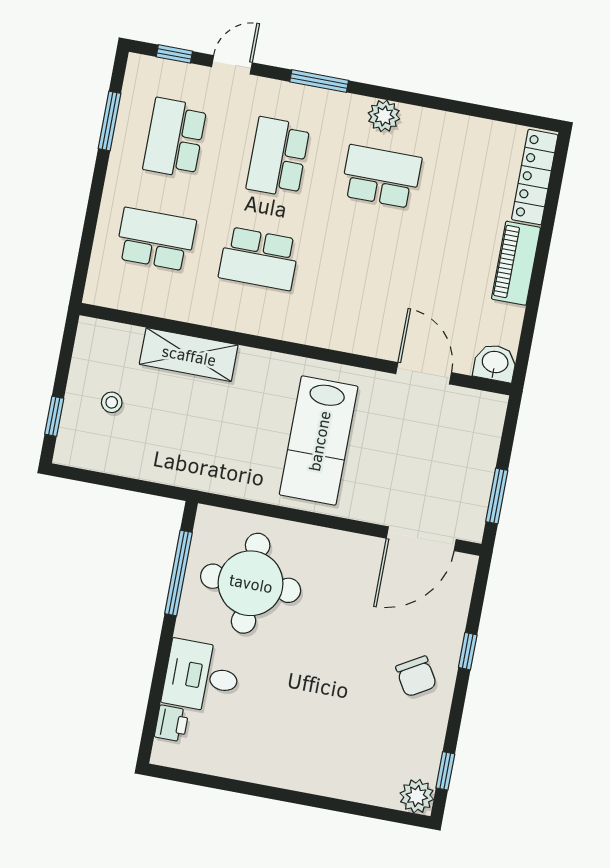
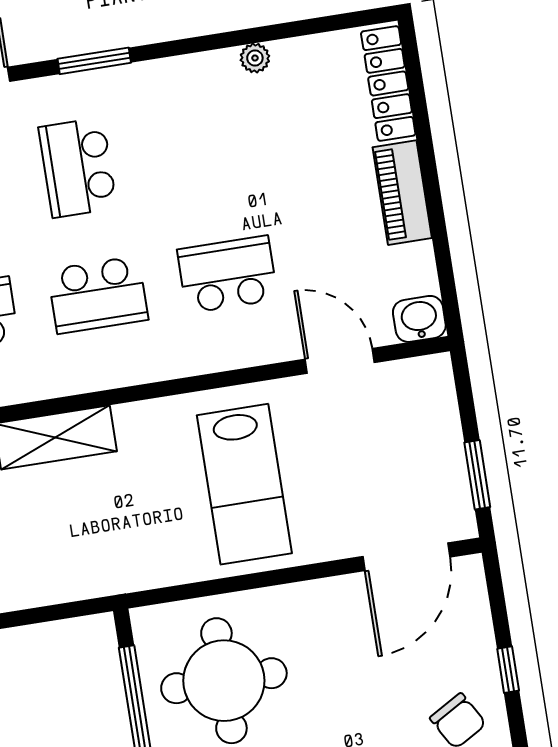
plant: (384, 116) -> (255, 58), moved, width x0.73, depth x0.73
school desk: (381, 177) -> (228, 274), moved

